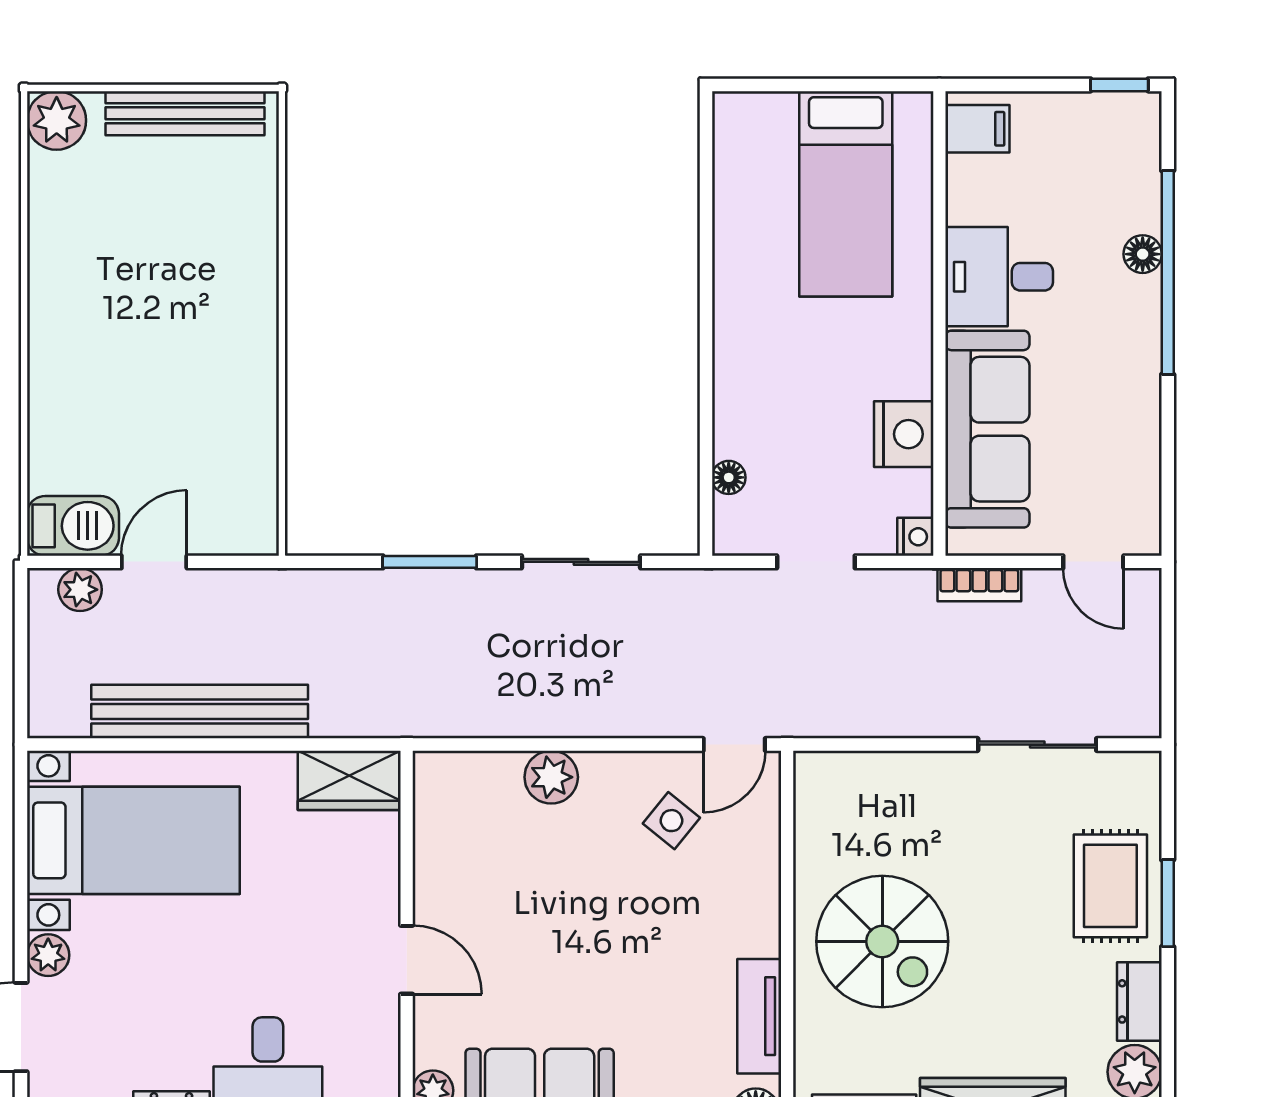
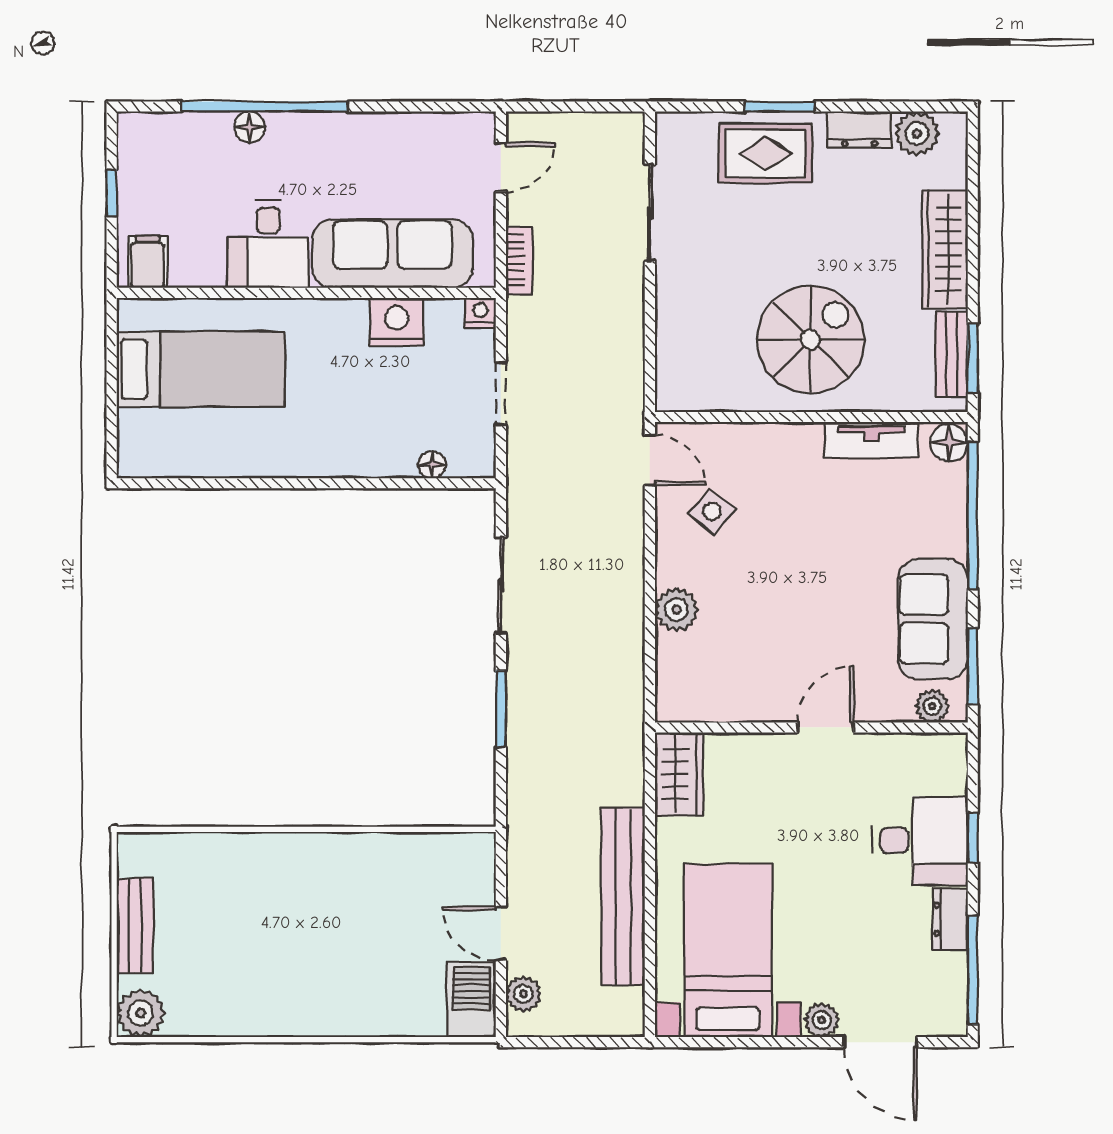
window: (1119, 85) -> (112, 193), moved
bench: (185, 113) -> (135, 926), width x0.73

